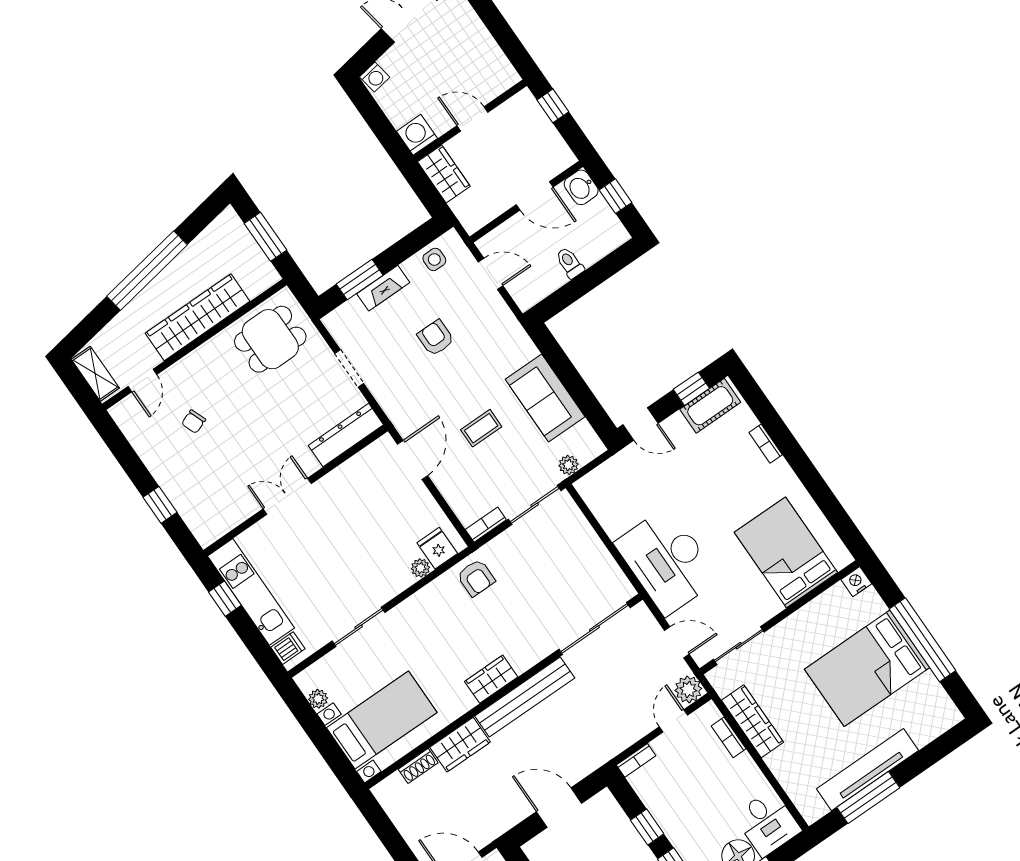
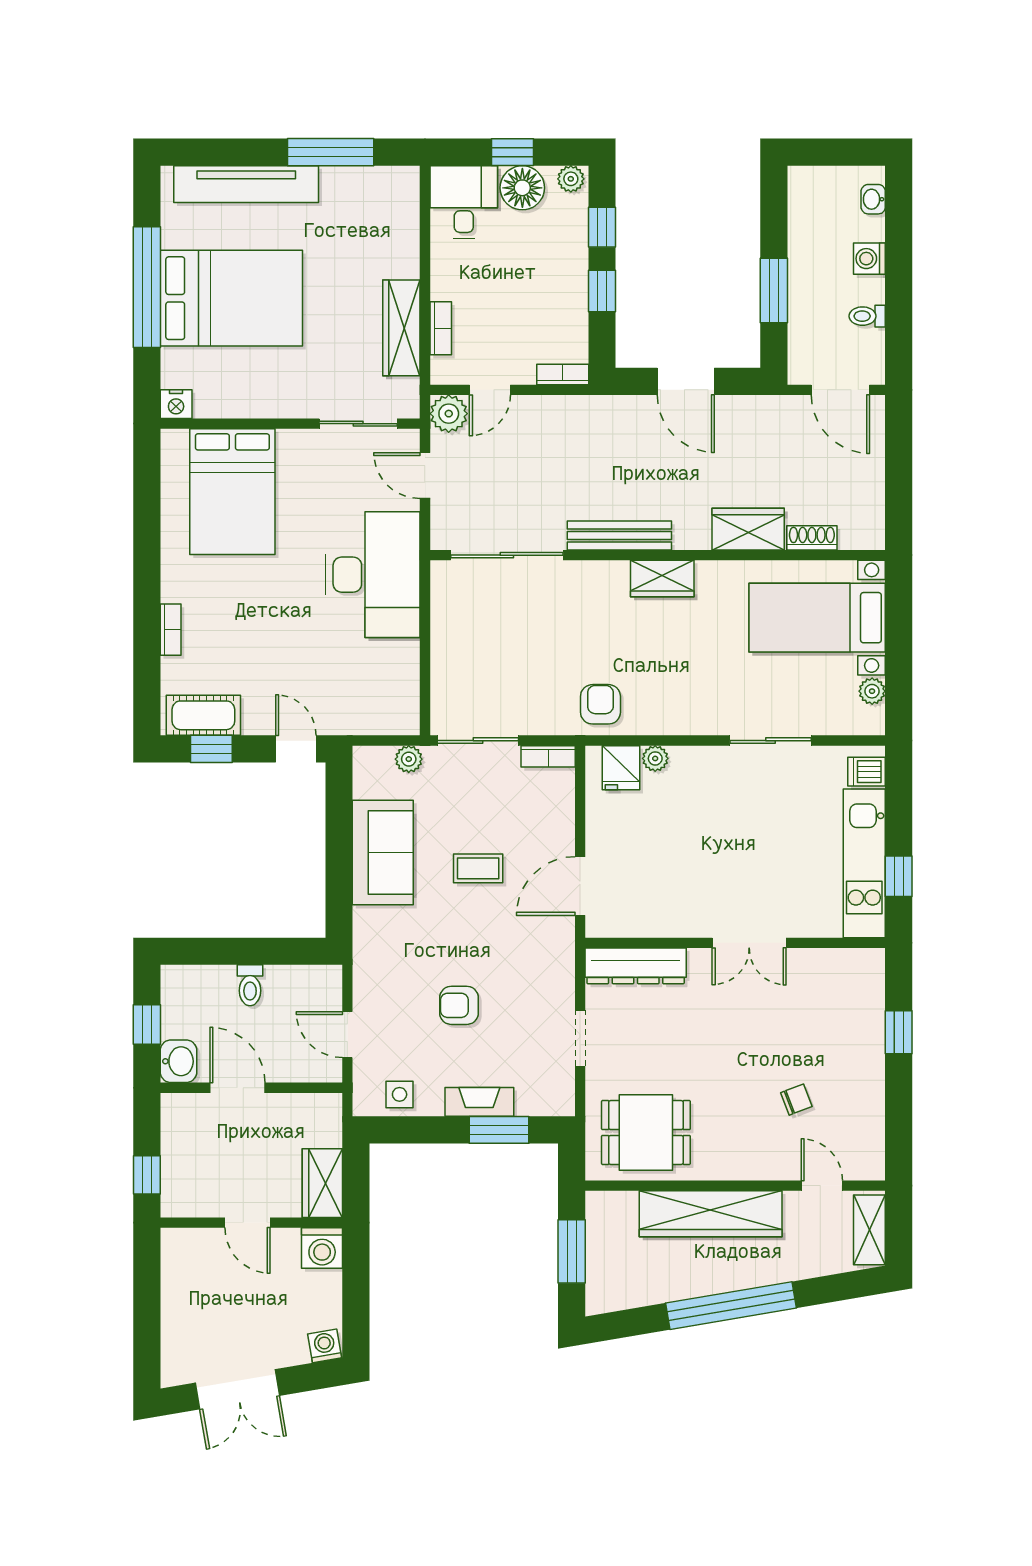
armchair: (436, 338) -> (459, 1005), turned 90
door: (142, 380) -> (822, 1186), hinge flipped
bench: (525, 697) -> (619, 535), width x0.73, depth x0.82
tv unit: (868, 770) -> (246, 184), moved

